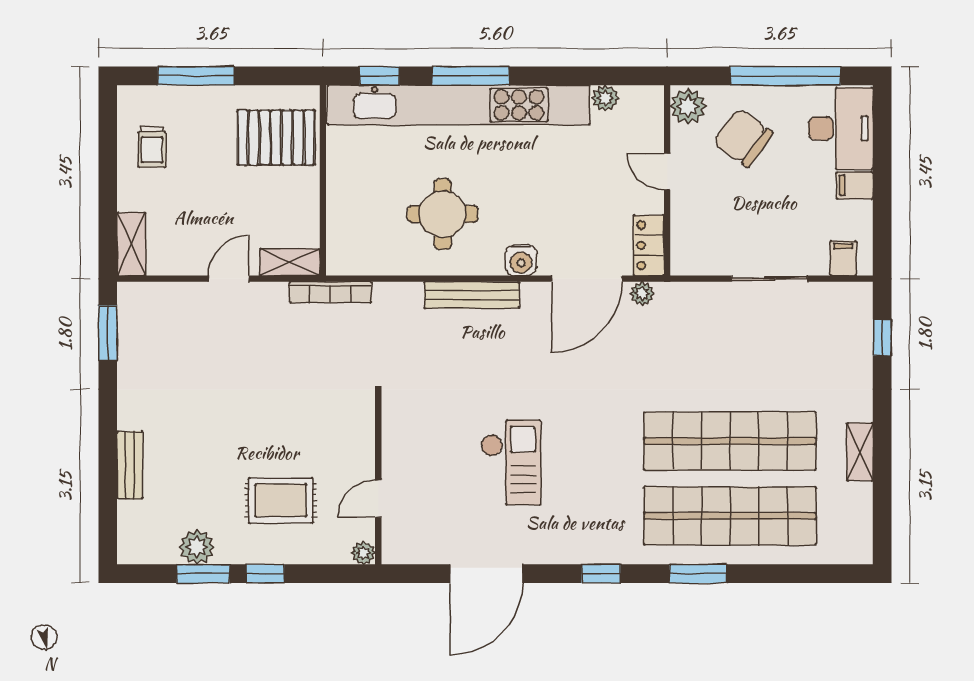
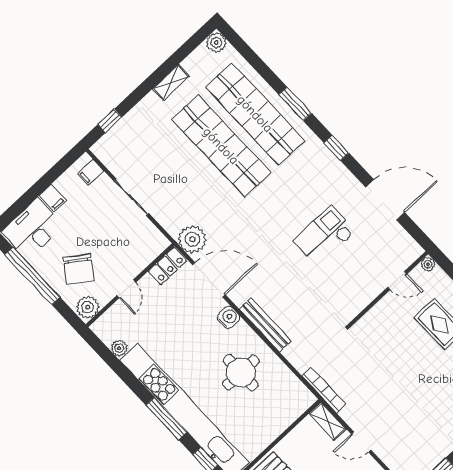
plant: (642, 294) -> (192, 239), width x1.88, depth x1.88
plant: (857, 549) -> (216, 43), added

